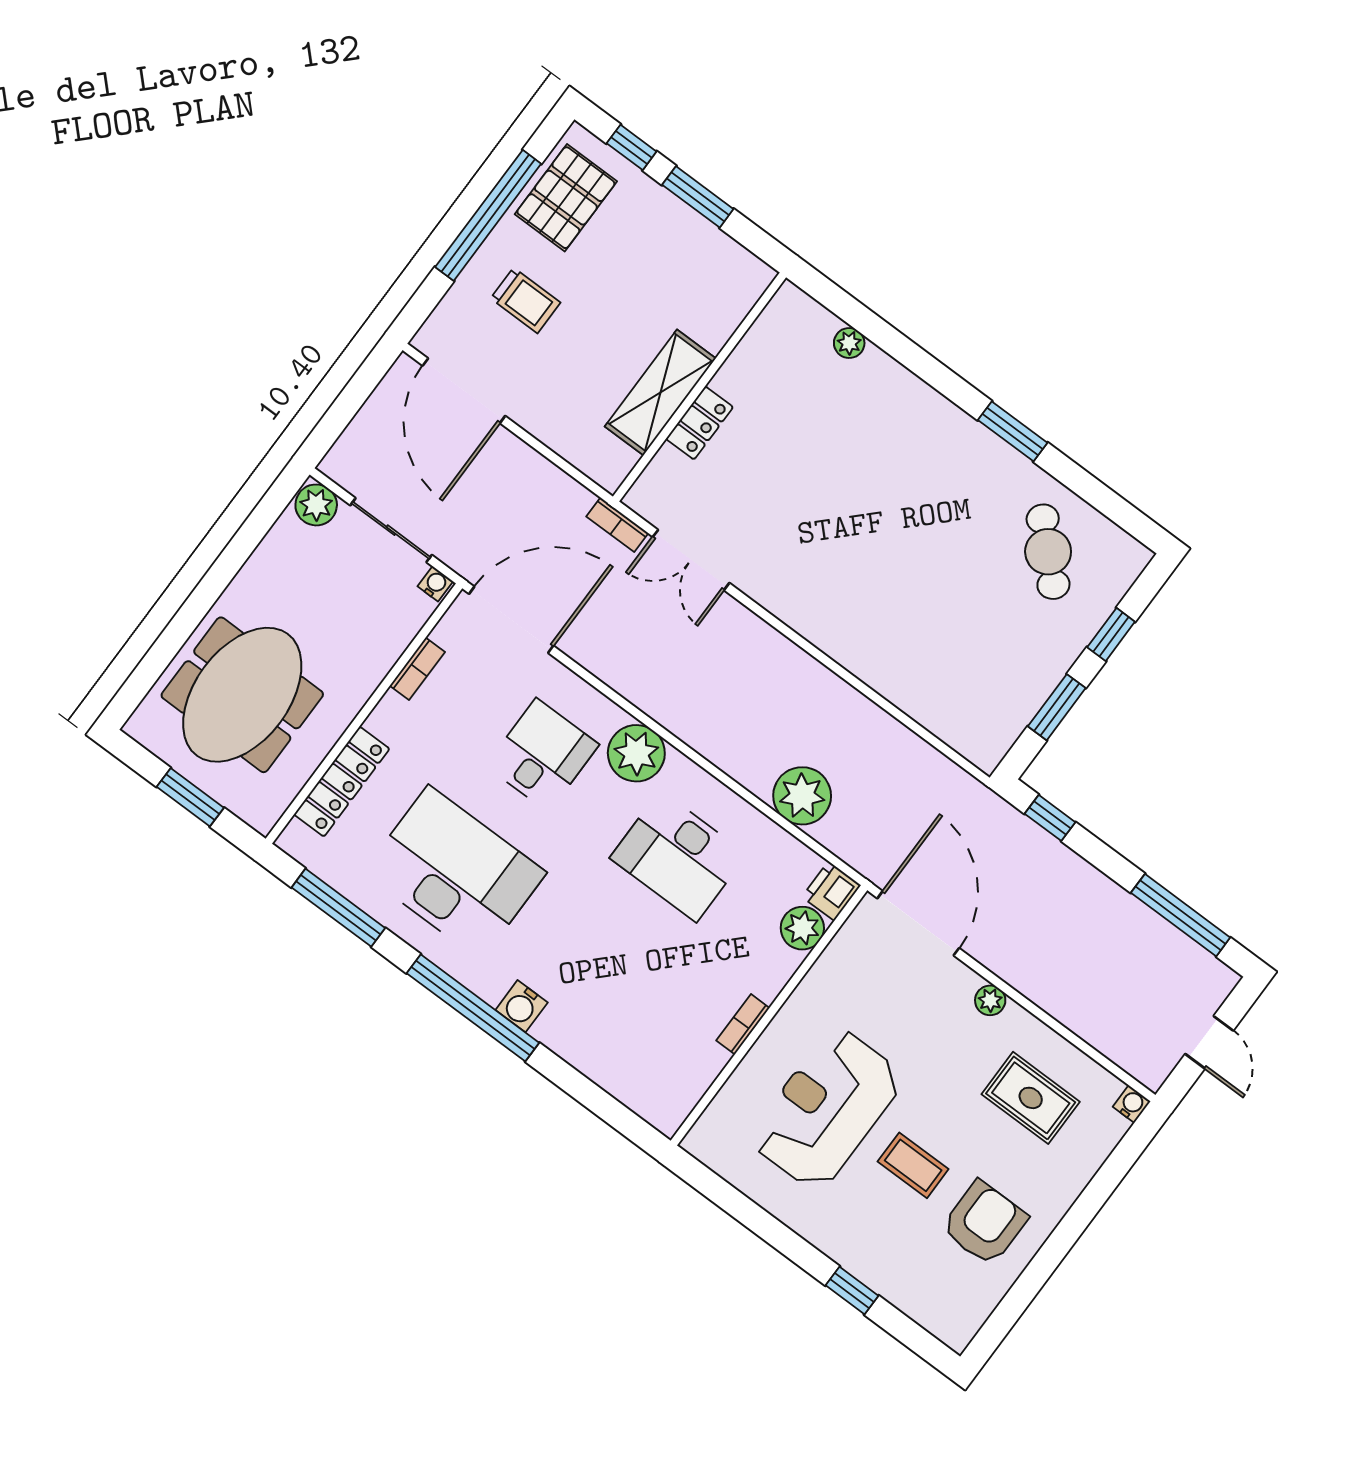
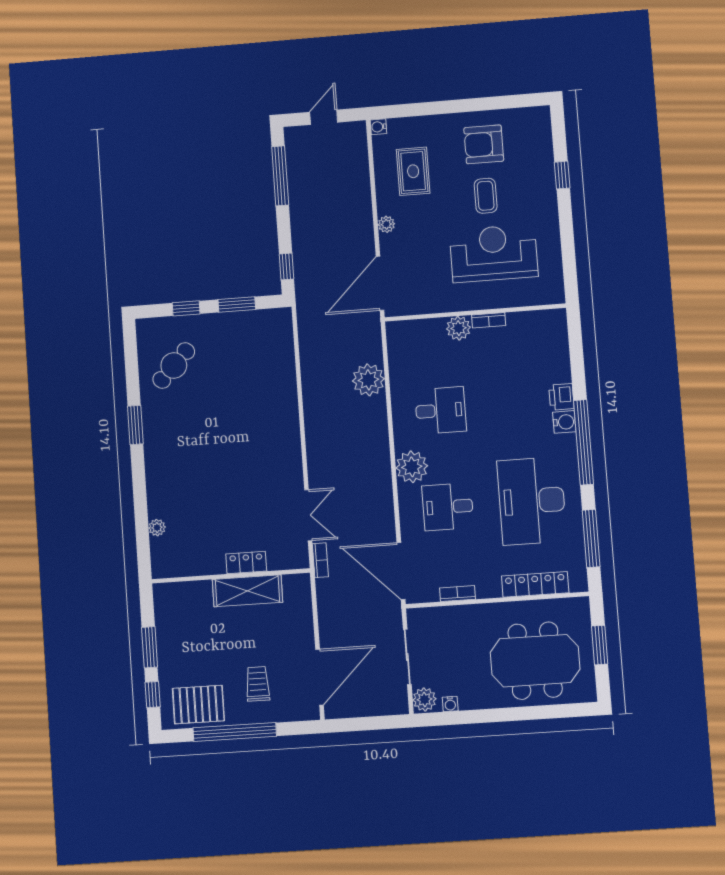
water cooler: (435, 584) -> (450, 704), moved, turned -90
desk: (678, 856) -> (441, 410), width x0.73
printer: (831, 891) -> (561, 397), moved, turned 90
plant: (802, 928) -> (459, 328), moved
reception desk: (827, 1109) -> (494, 253), turned 180

